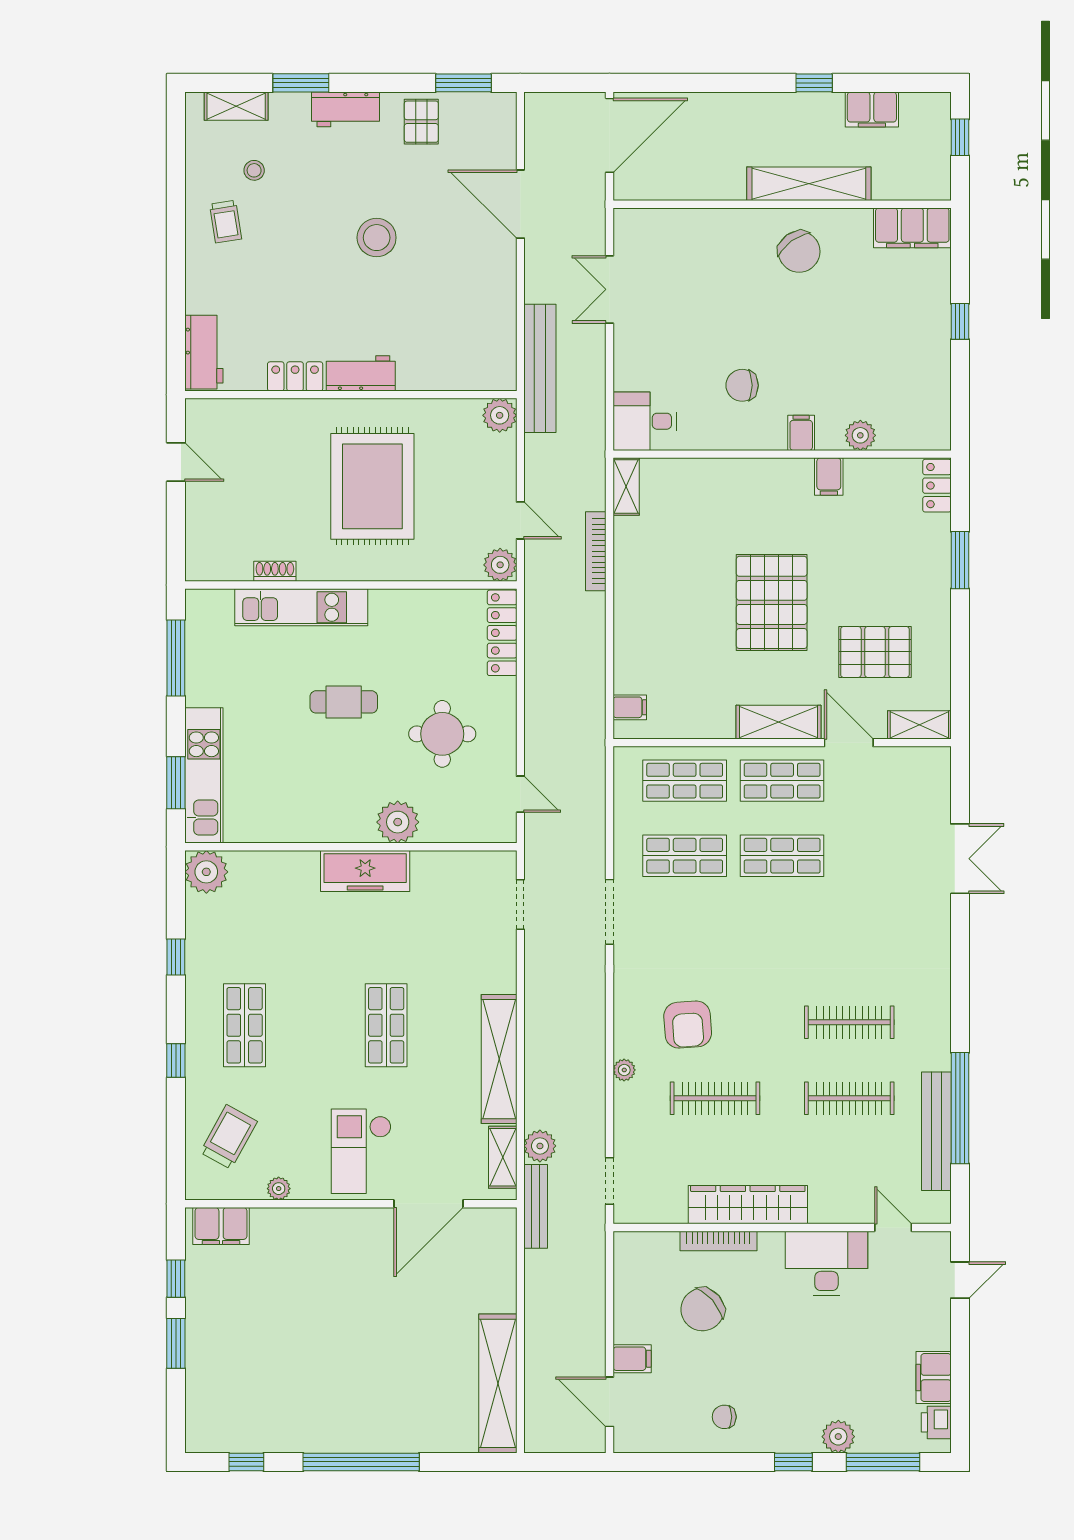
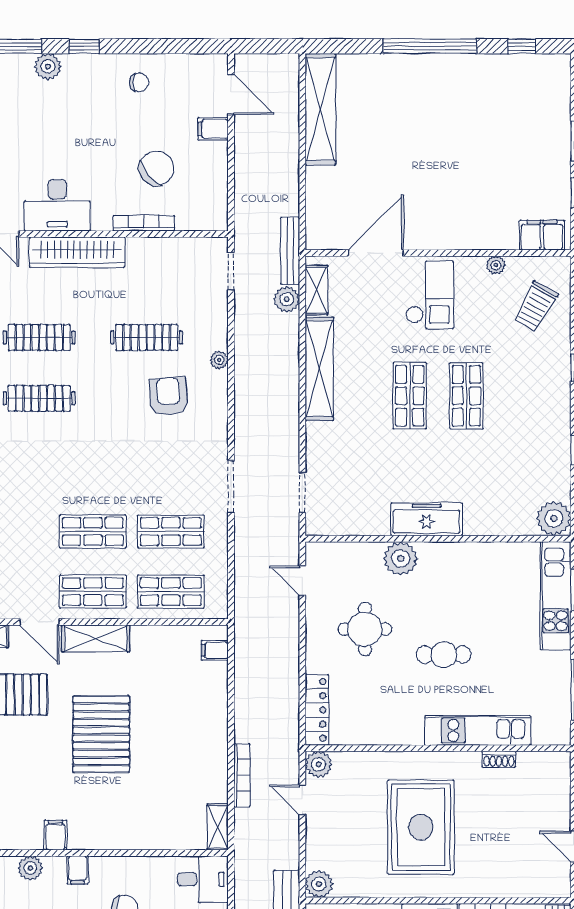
shop shelf: (245, 1025) -> (466, 396), moved
wardrobe: (748, 1205) -> (77, 252), moved

